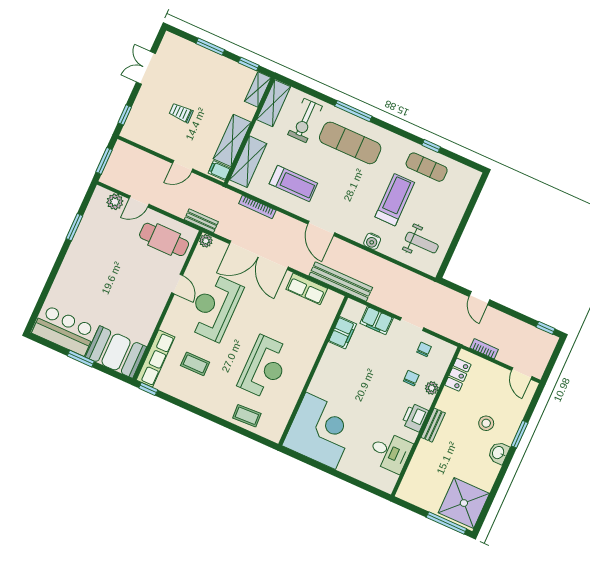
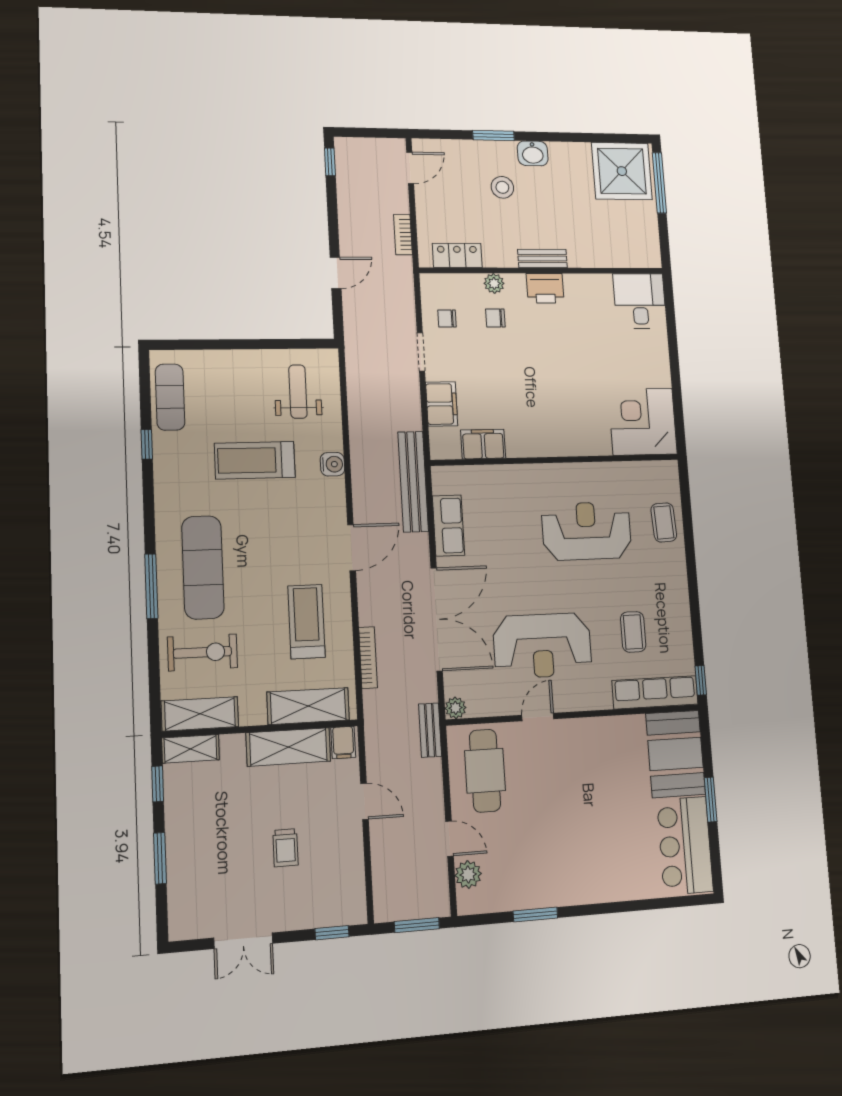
exercise mat: (427, 167) -> (170, 397), moved
corner desk: (321, 431) -> (643, 422), width x0.74, depth x0.74
desk: (390, 452) -> (640, 301), moved

